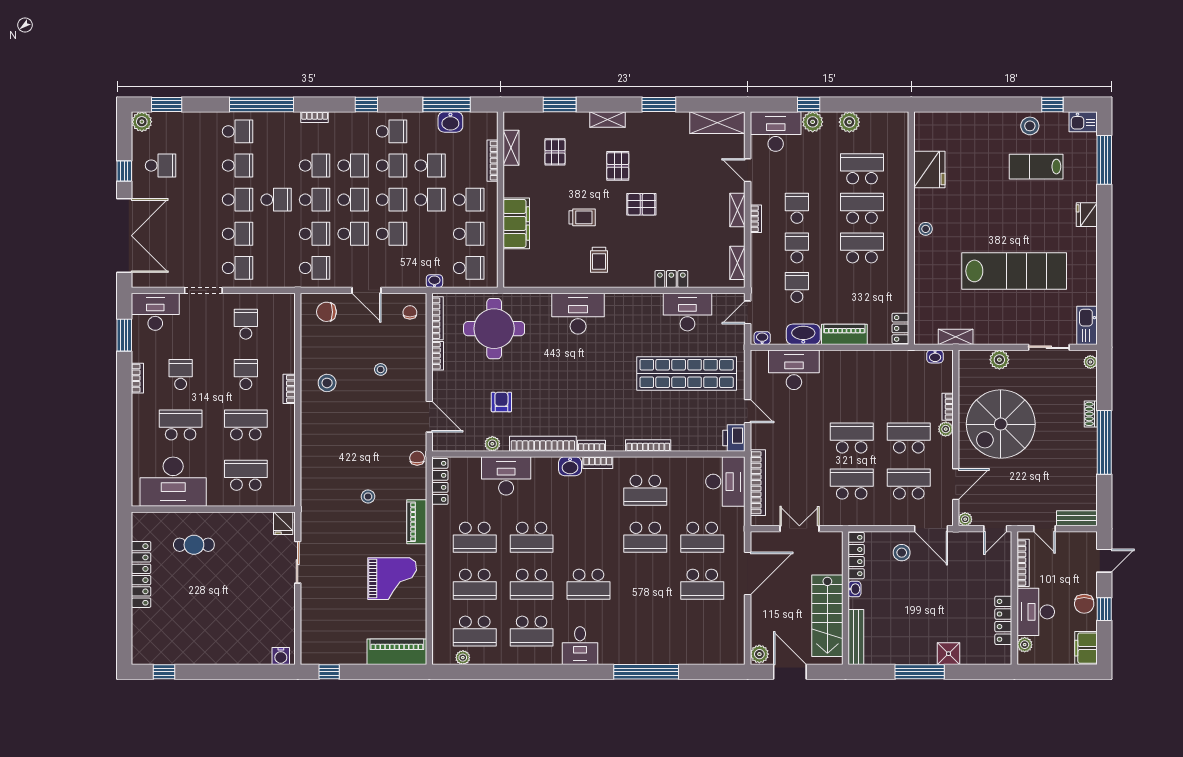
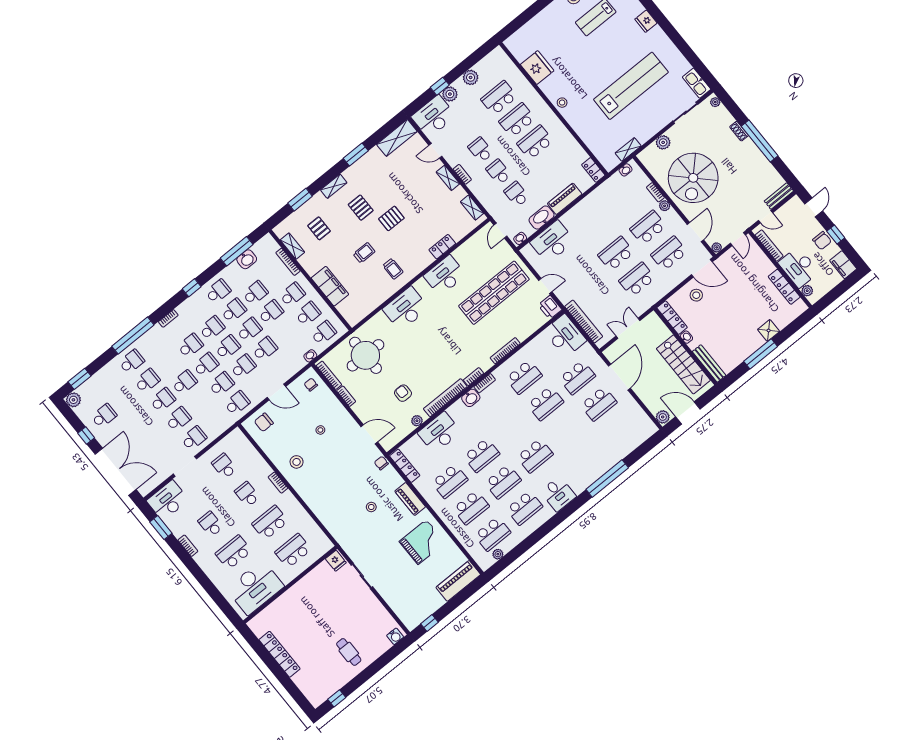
desk: (687, 312) -> (445, 275), moved
cafe table: (194, 545) -> (349, 652), moved, turned 90

